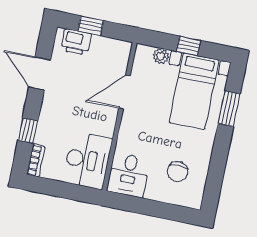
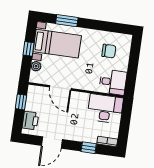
window: (91, 26) -> (21, 102), moved

